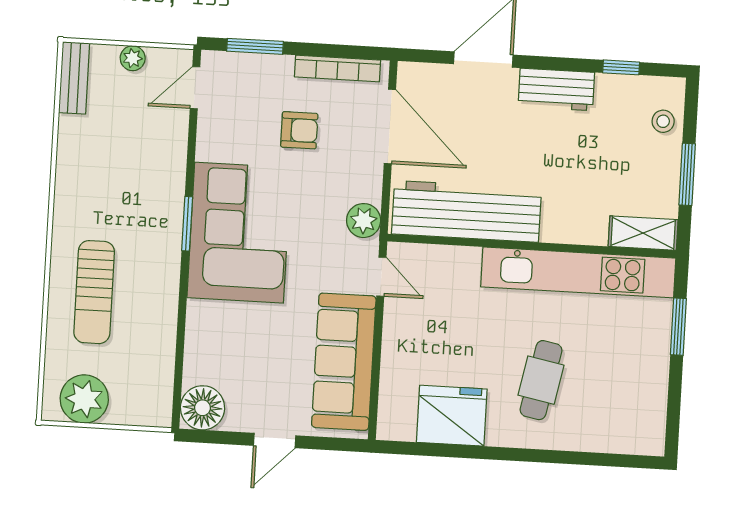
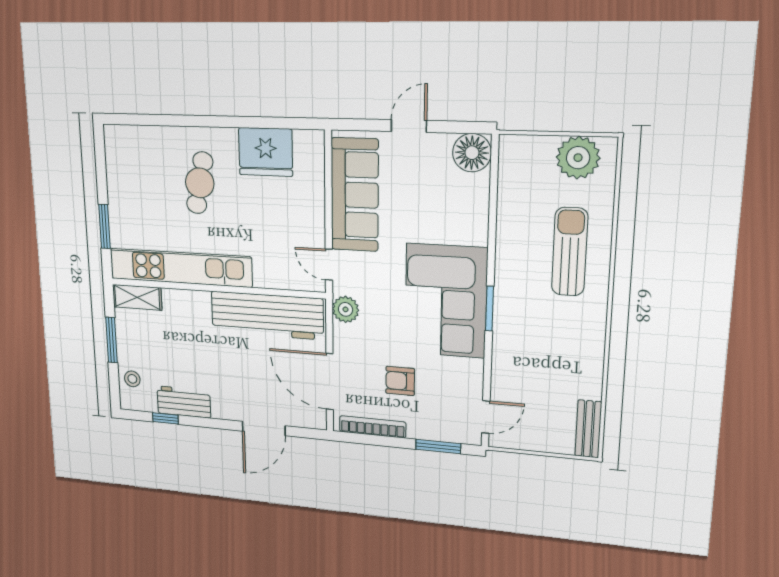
plant: (133, 58) -> (538, 442), removed
workbench: (556, 89) -> (184, 402), moved

